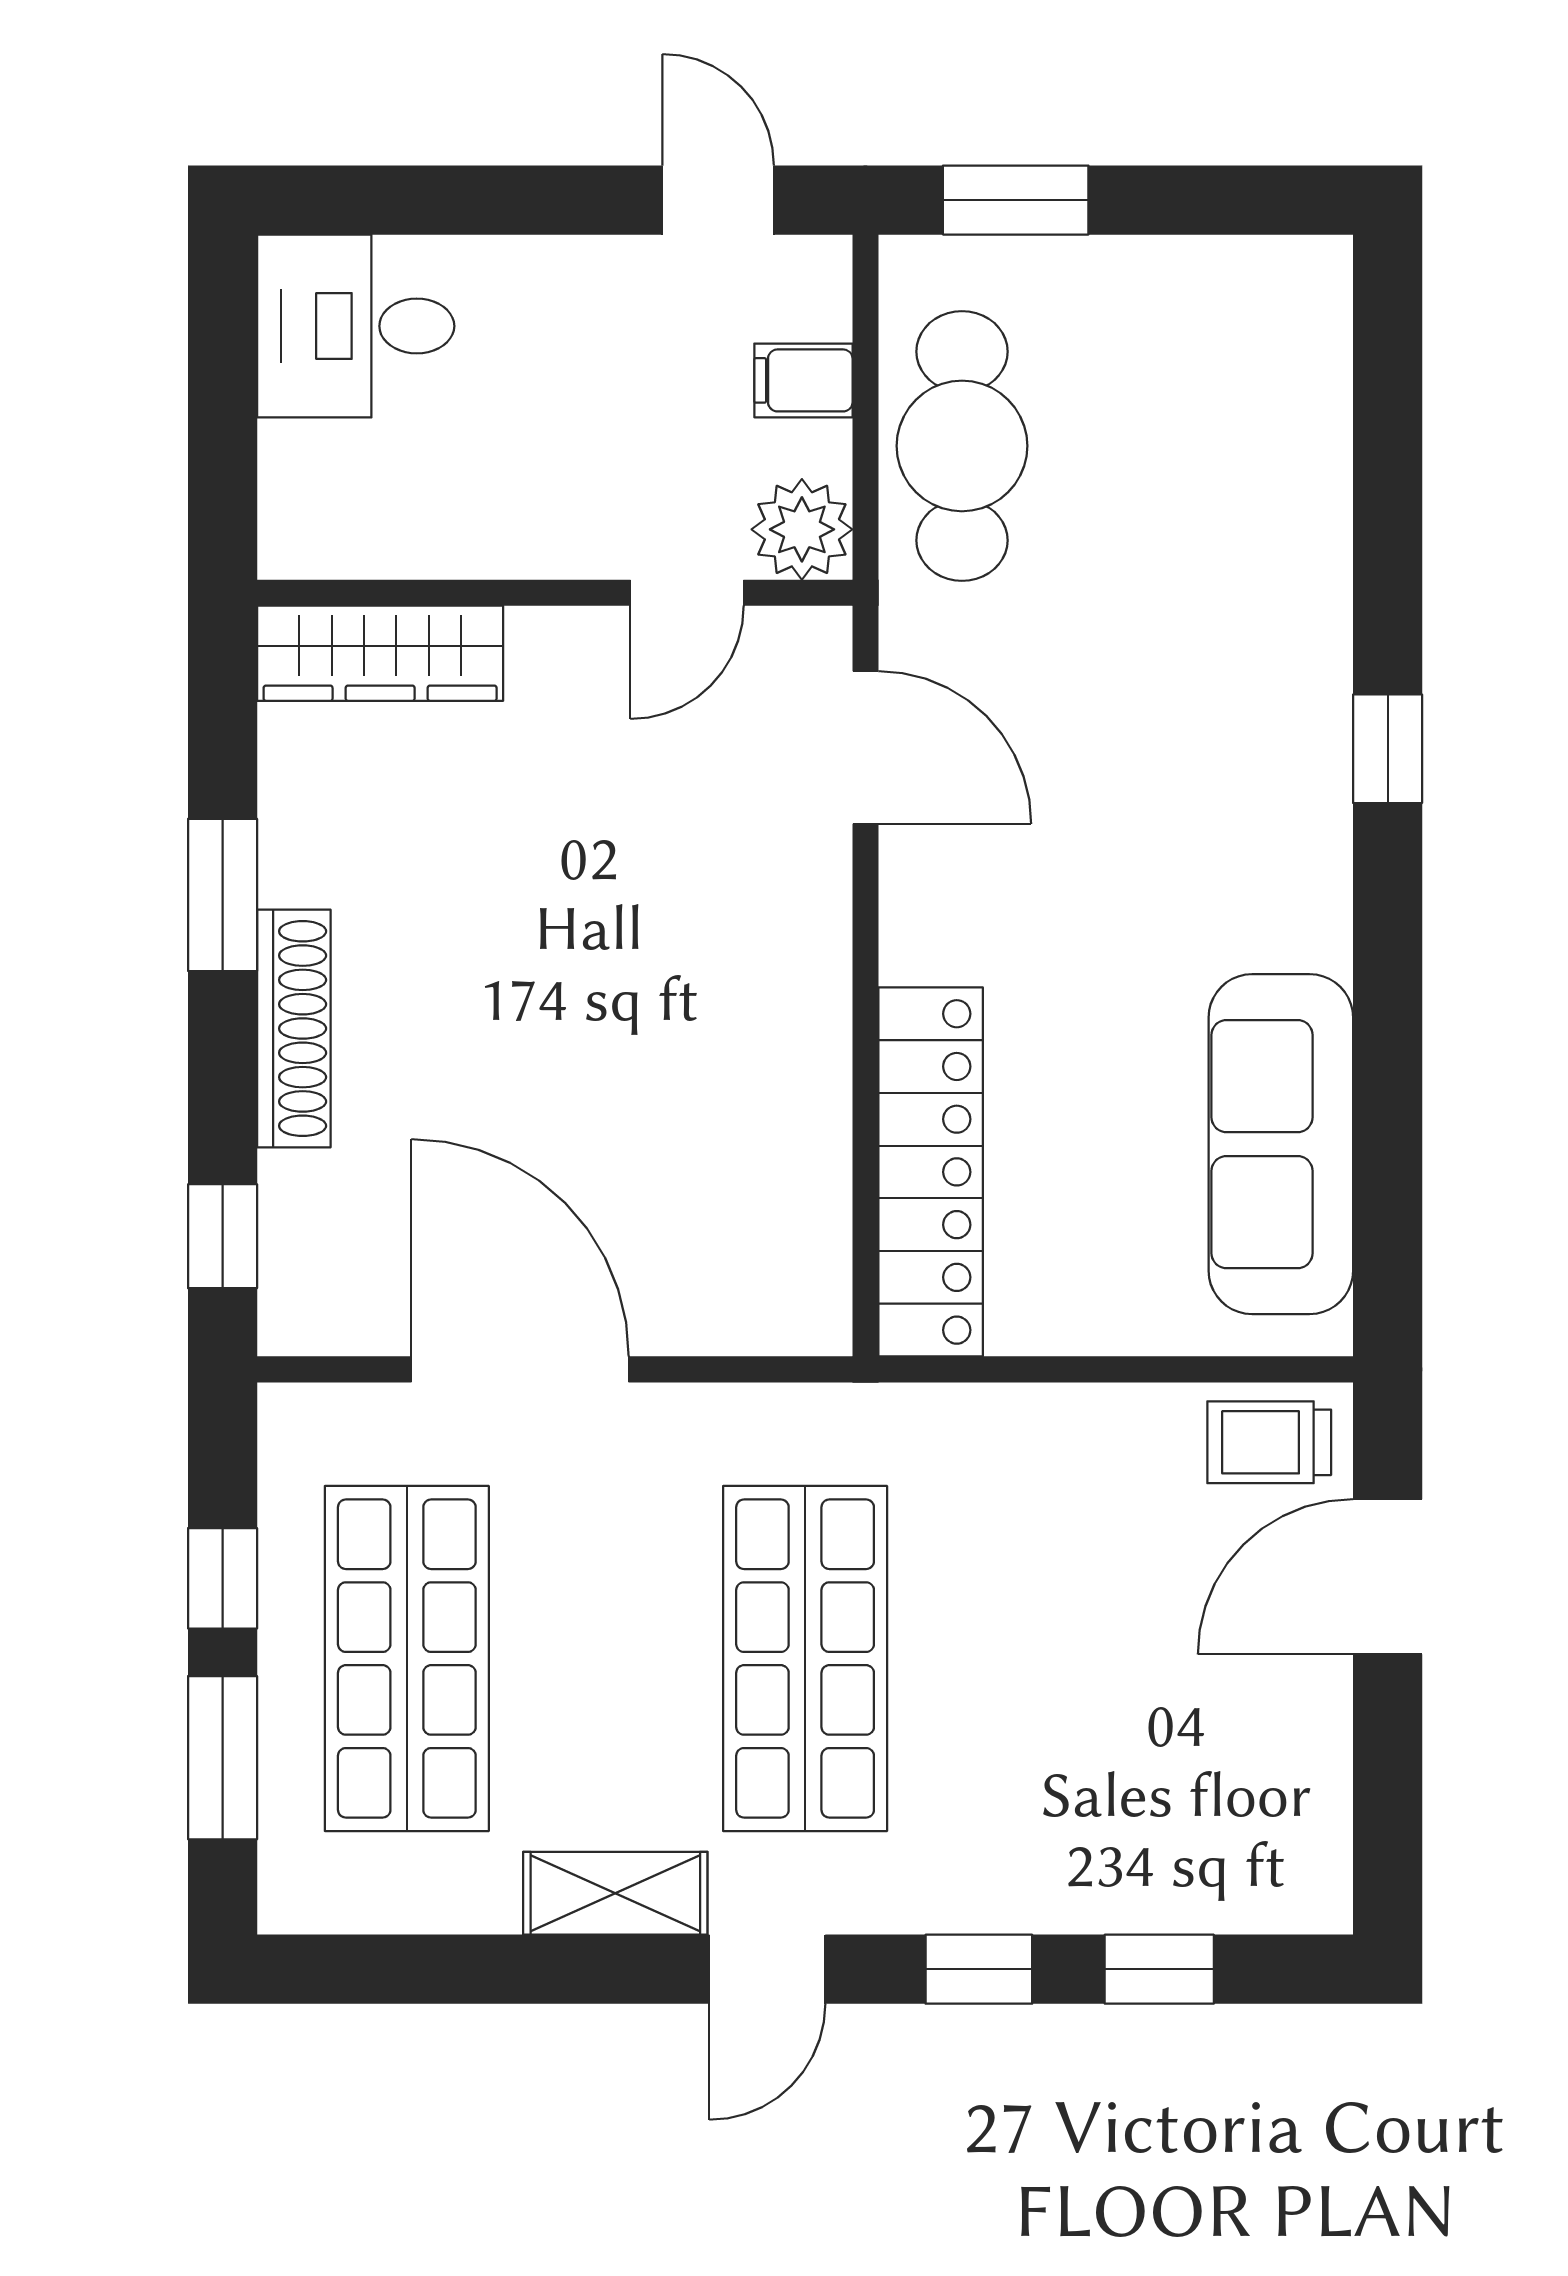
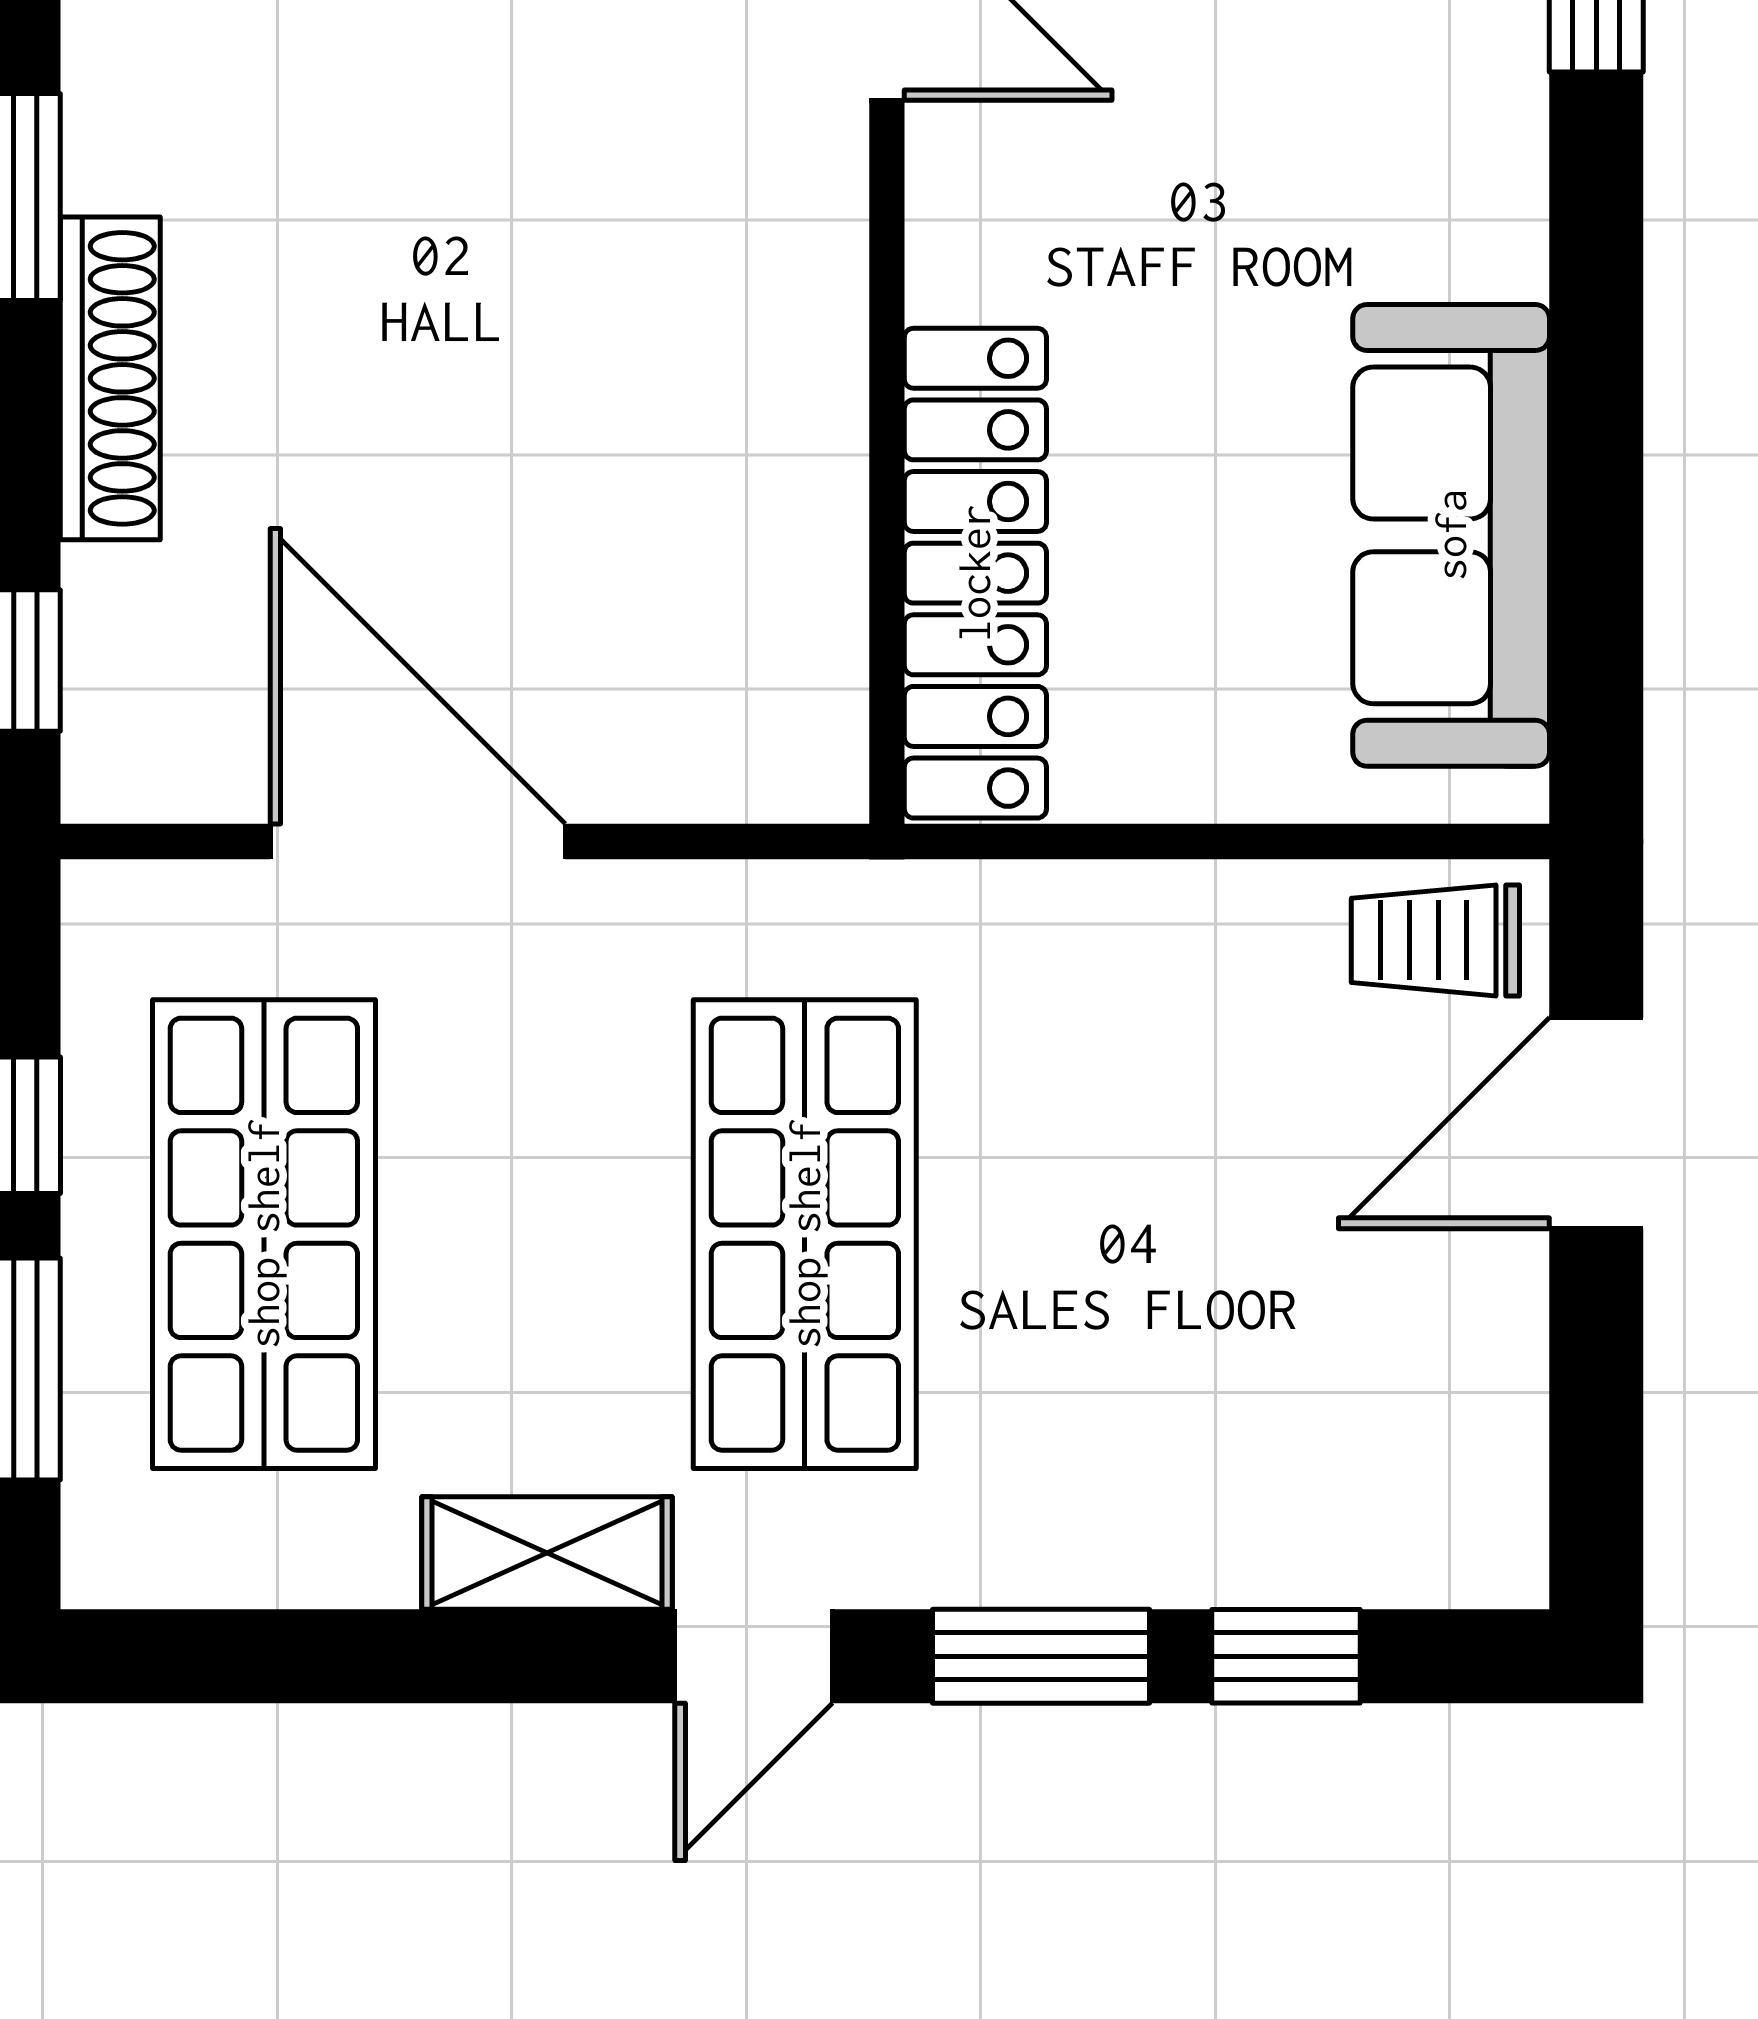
window: (979, 1969) -> (1041, 1656), width x1.50

